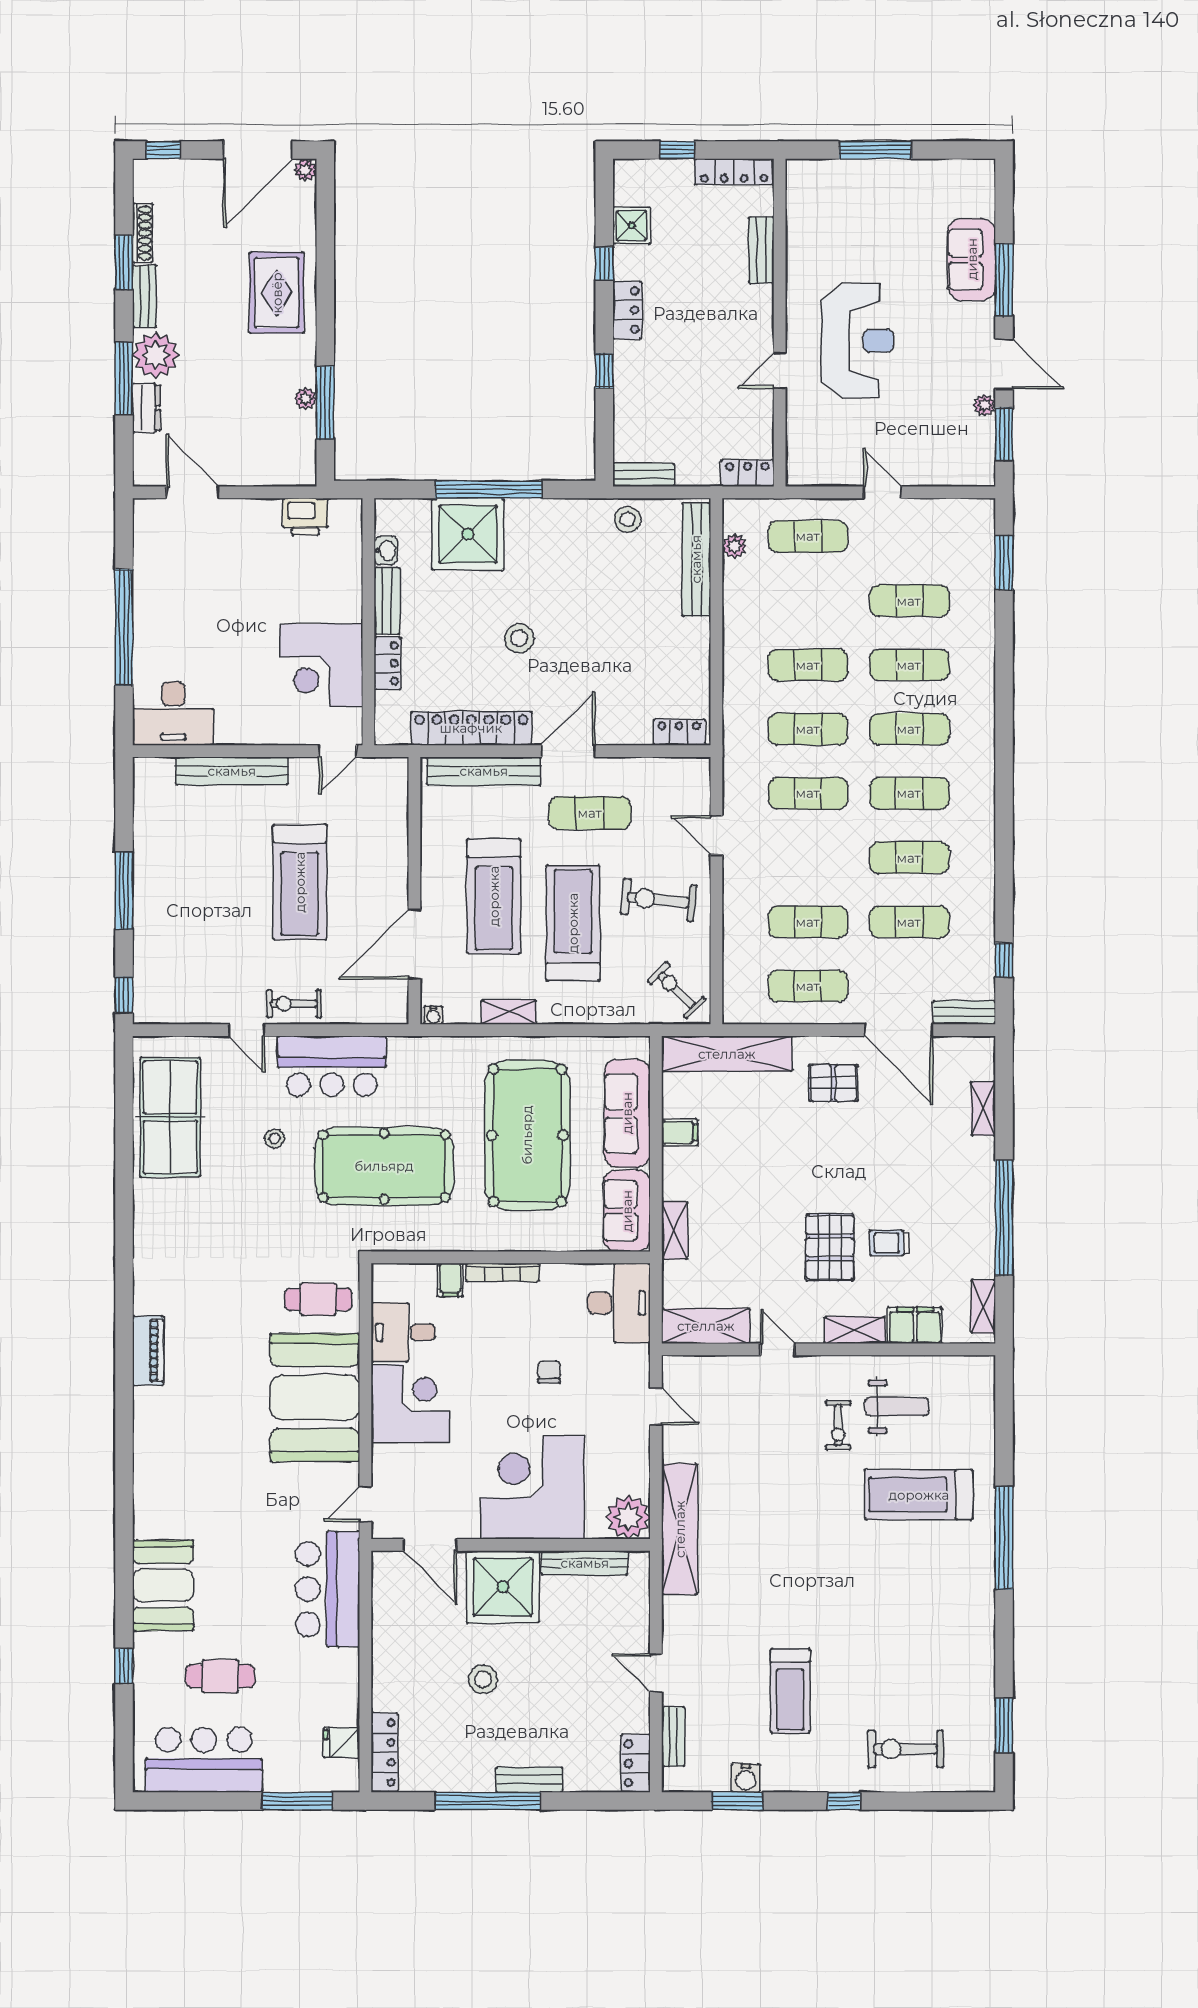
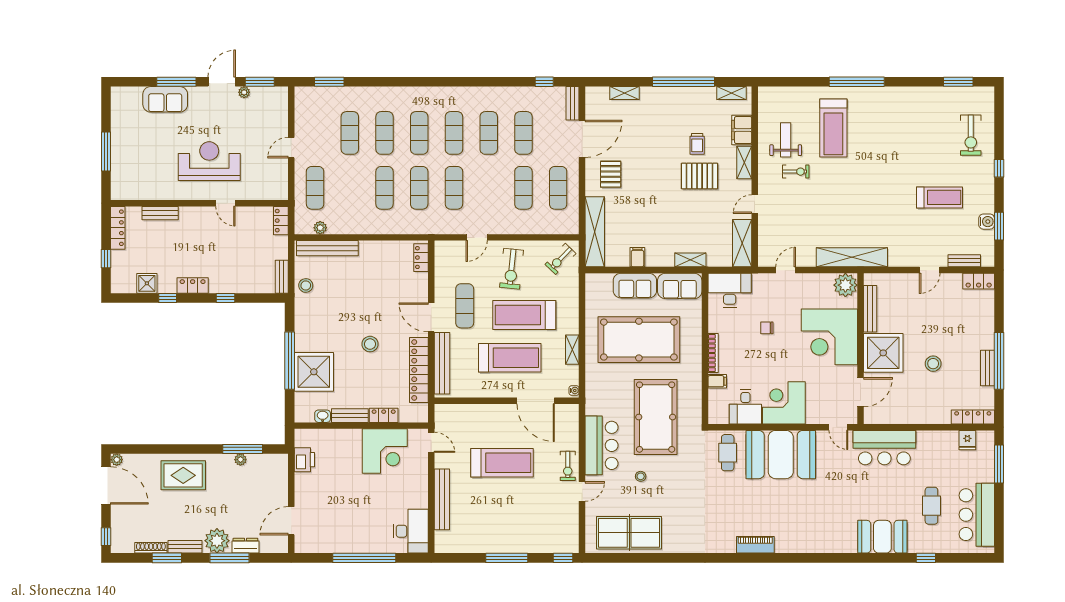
sofa: (627, 1113) -> (635, 286), width x0.73
bench: (529, 1780) -> (987, 368), moved

